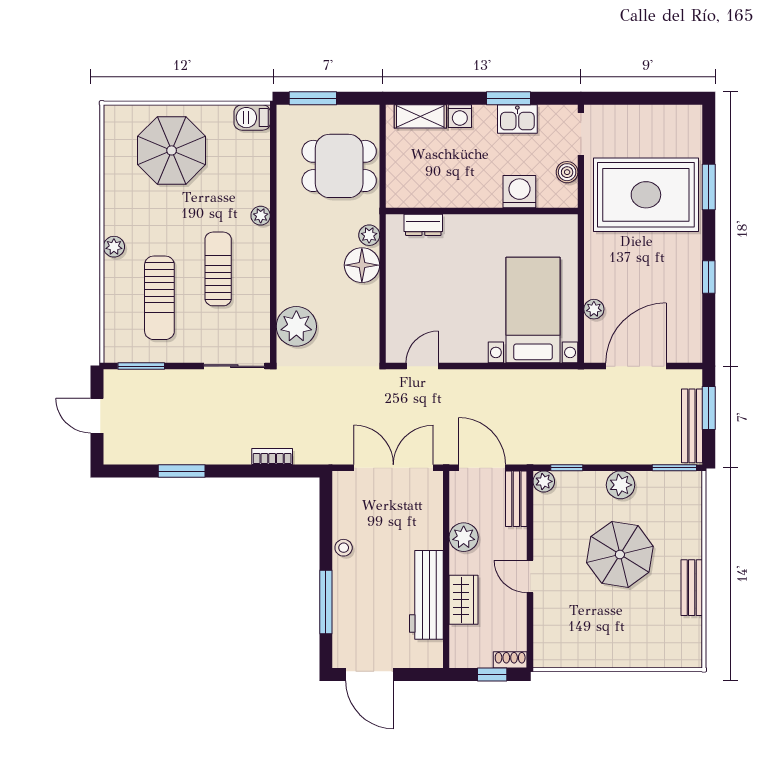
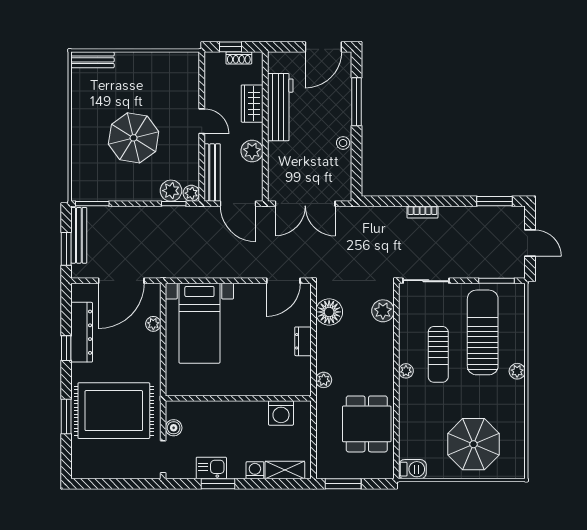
window: (313, 98) -> (343, 484), moved
dining table: (339, 166) -> (367, 424), moved, turned 90
washing machine: (519, 192) -> (281, 413), moved
plant: (261, 216) -> (406, 371), moved
dresser: (423, 225) -> (303, 341), moved, turned -90
floor lamp: (362, 265) -> (329, 312), moved
sun lounger: (159, 298) -> (483, 332), width x1.36, depth x1.34
dresser: (688, 298) -> (82, 332), added
plant: (296, 326) -> (383, 311), width x0.73, depth x0.73
door: (422, 366) -> (283, 281), width x1.38
bookcase: (272, 457) -> (422, 212), moved
window: (182, 471) -> (495, 201), moved
plant: (621, 485) -> (171, 191), moved
bench: (516, 499) -> (212, 172), width x1.36
bench: (692, 588) -> (93, 60), moved, turned 90
shoe rack: (510, 660) -> (239, 58), moved
door: (370, 674) -> (323, 47), swing flipped

